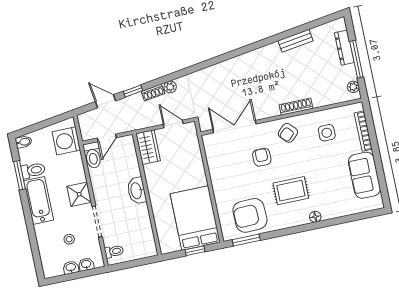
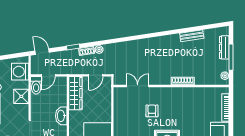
door: (106, 101) -> (42, 52), moved
door: (173, 124) -> (96, 75), swing flipped
double door: (234, 127) -> (138, 86), width x0.73
armchair: (288, 133) -> (173, 98), removed
side table: (327, 133) -> (200, 103), removed
wardrobe: (148, 147) -> (75, 93), width x1.50
shower: (79, 194) -> (21, 96), moved

